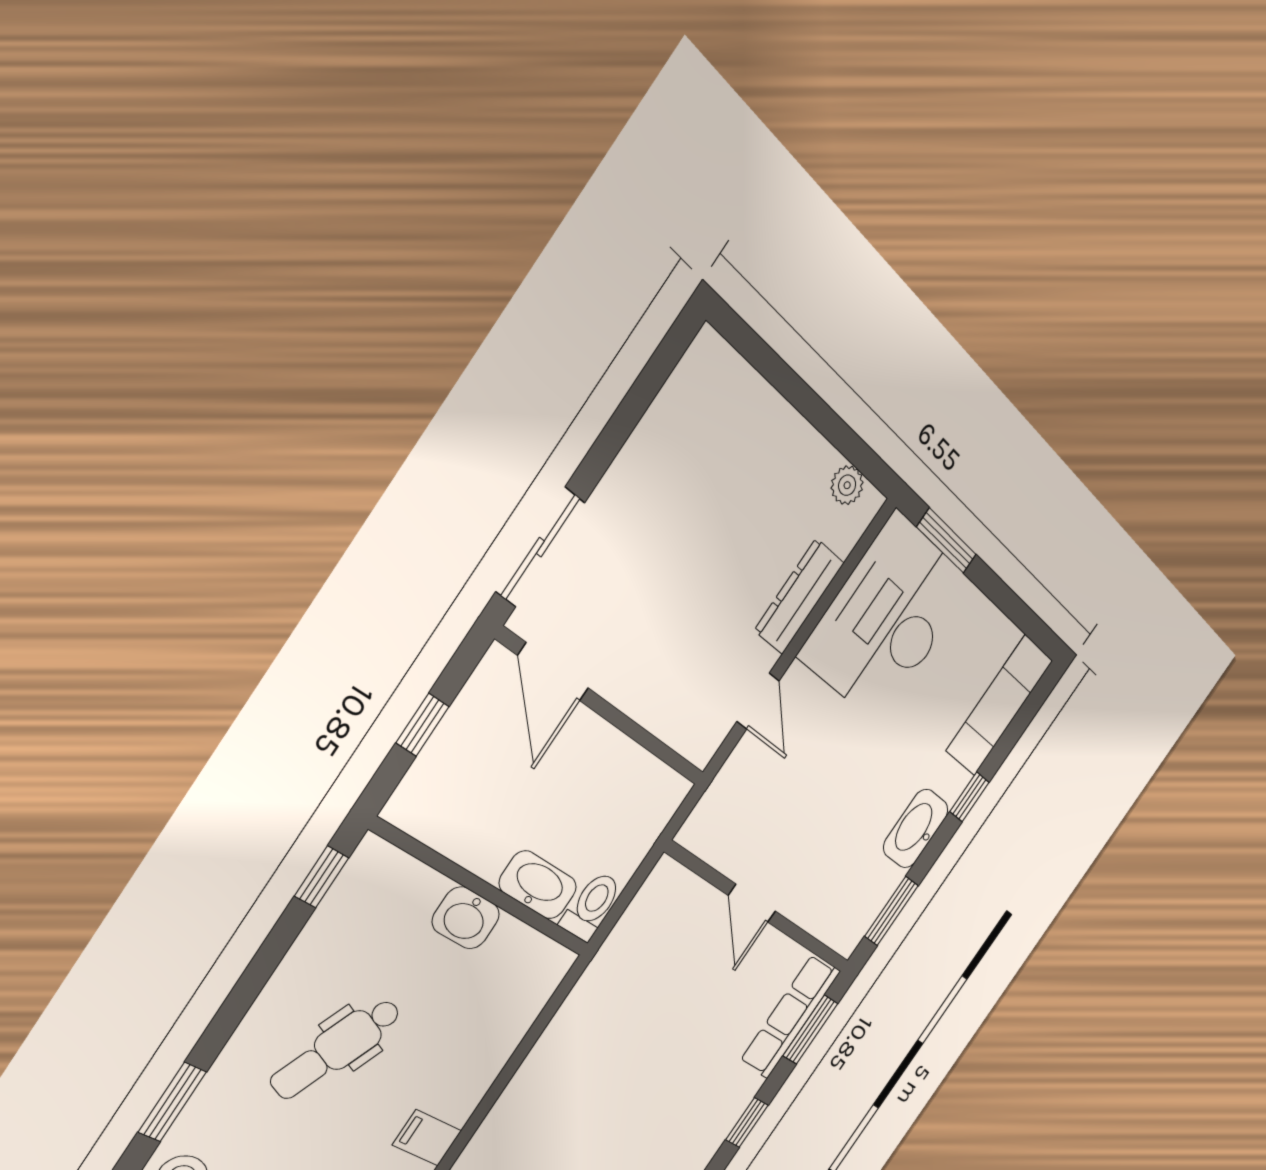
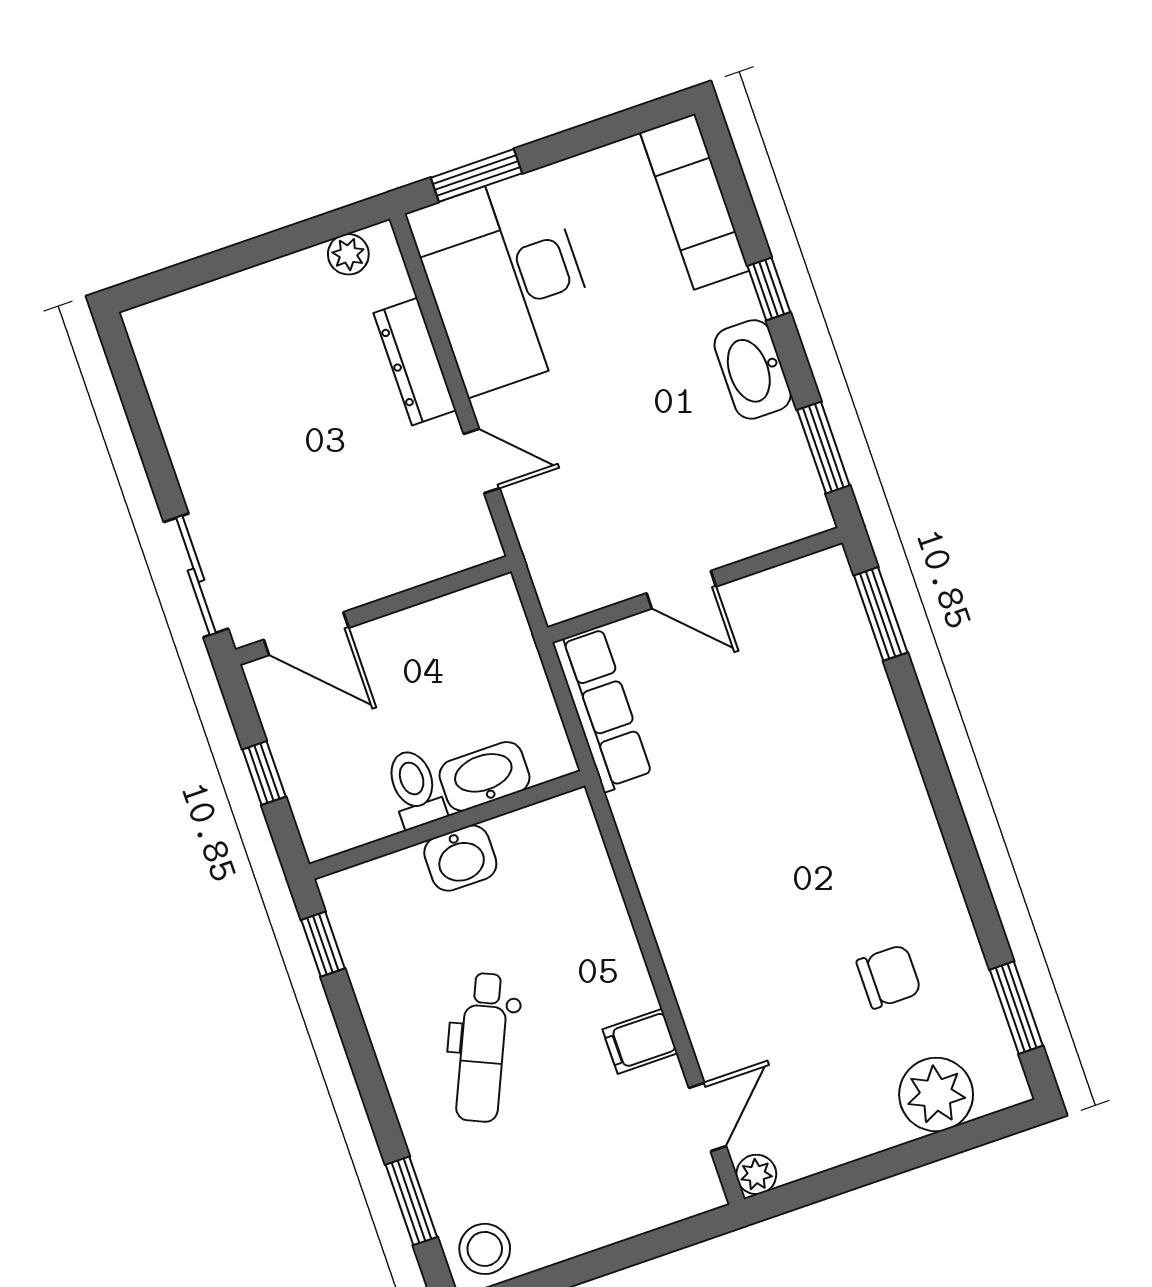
toilet: (591, 906) -> (415, 788), moved
row of seats: (790, 1016) -> (602, 709), moved, turned 180
window: (747, 1122) -> (926, 745), removed

